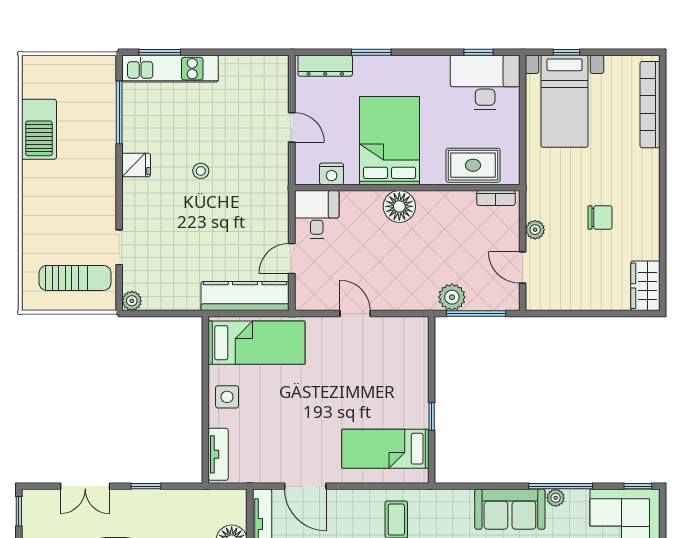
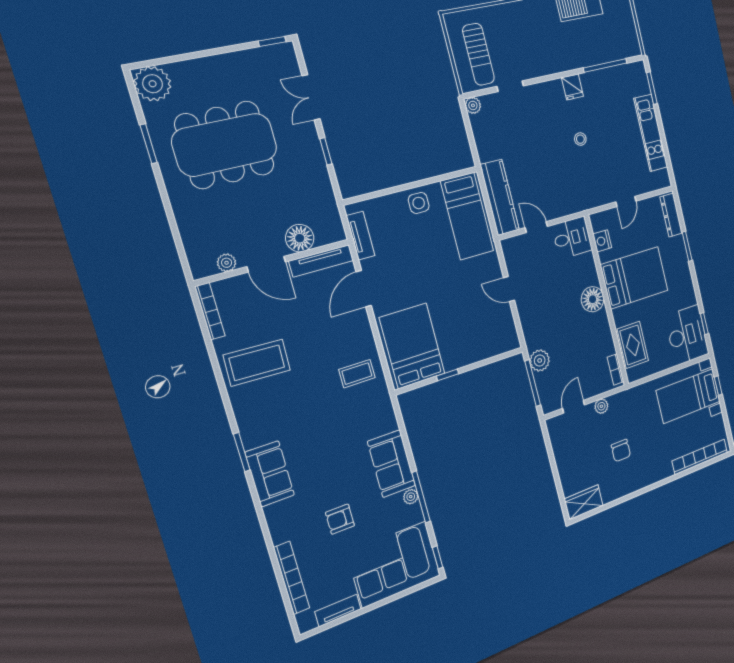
kitchen unit: (170, 69) -> (651, 133), moved
door: (355, 314) -> (509, 289), swing flipped
bed: (385, 449) -> (412, 346), width x1.50
tv unit: (218, 454) -> (361, 236), moved, turned -90

